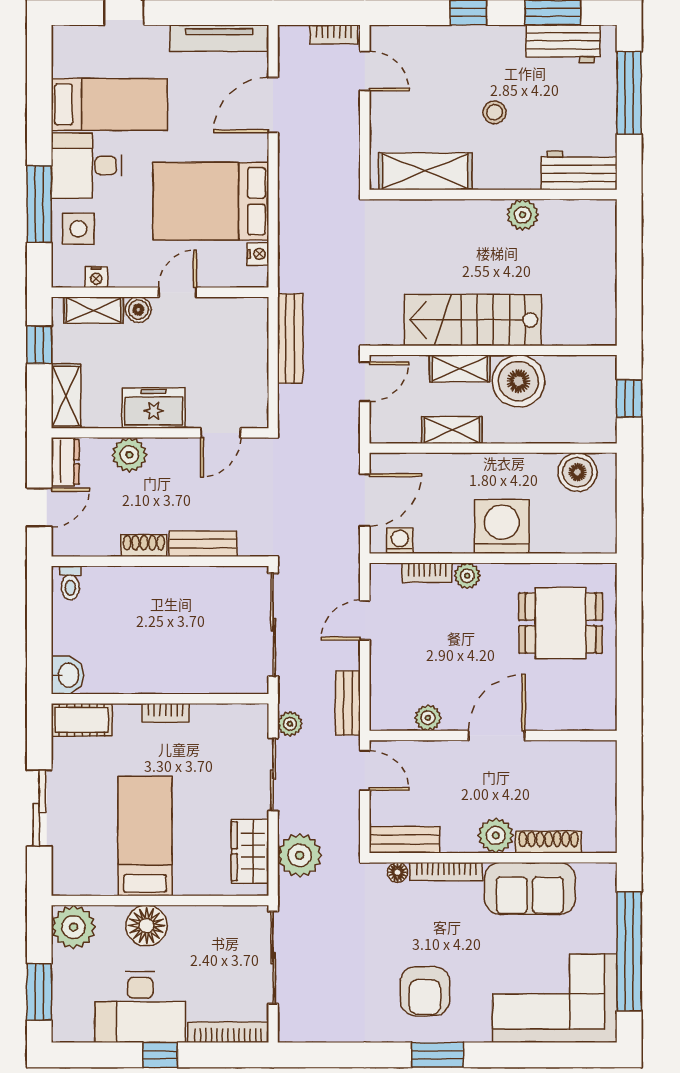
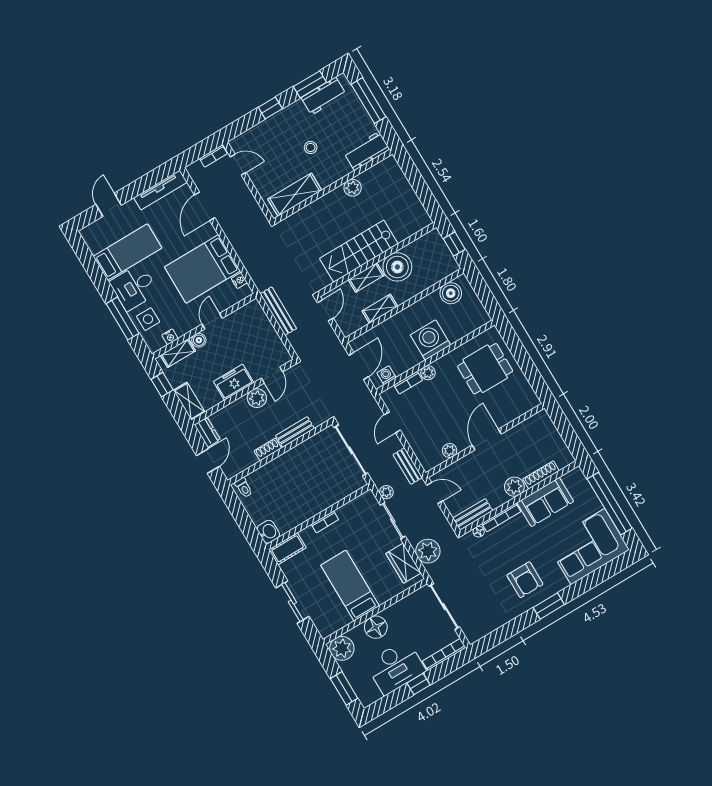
plant: (129, 455) -> (257, 398), moved

